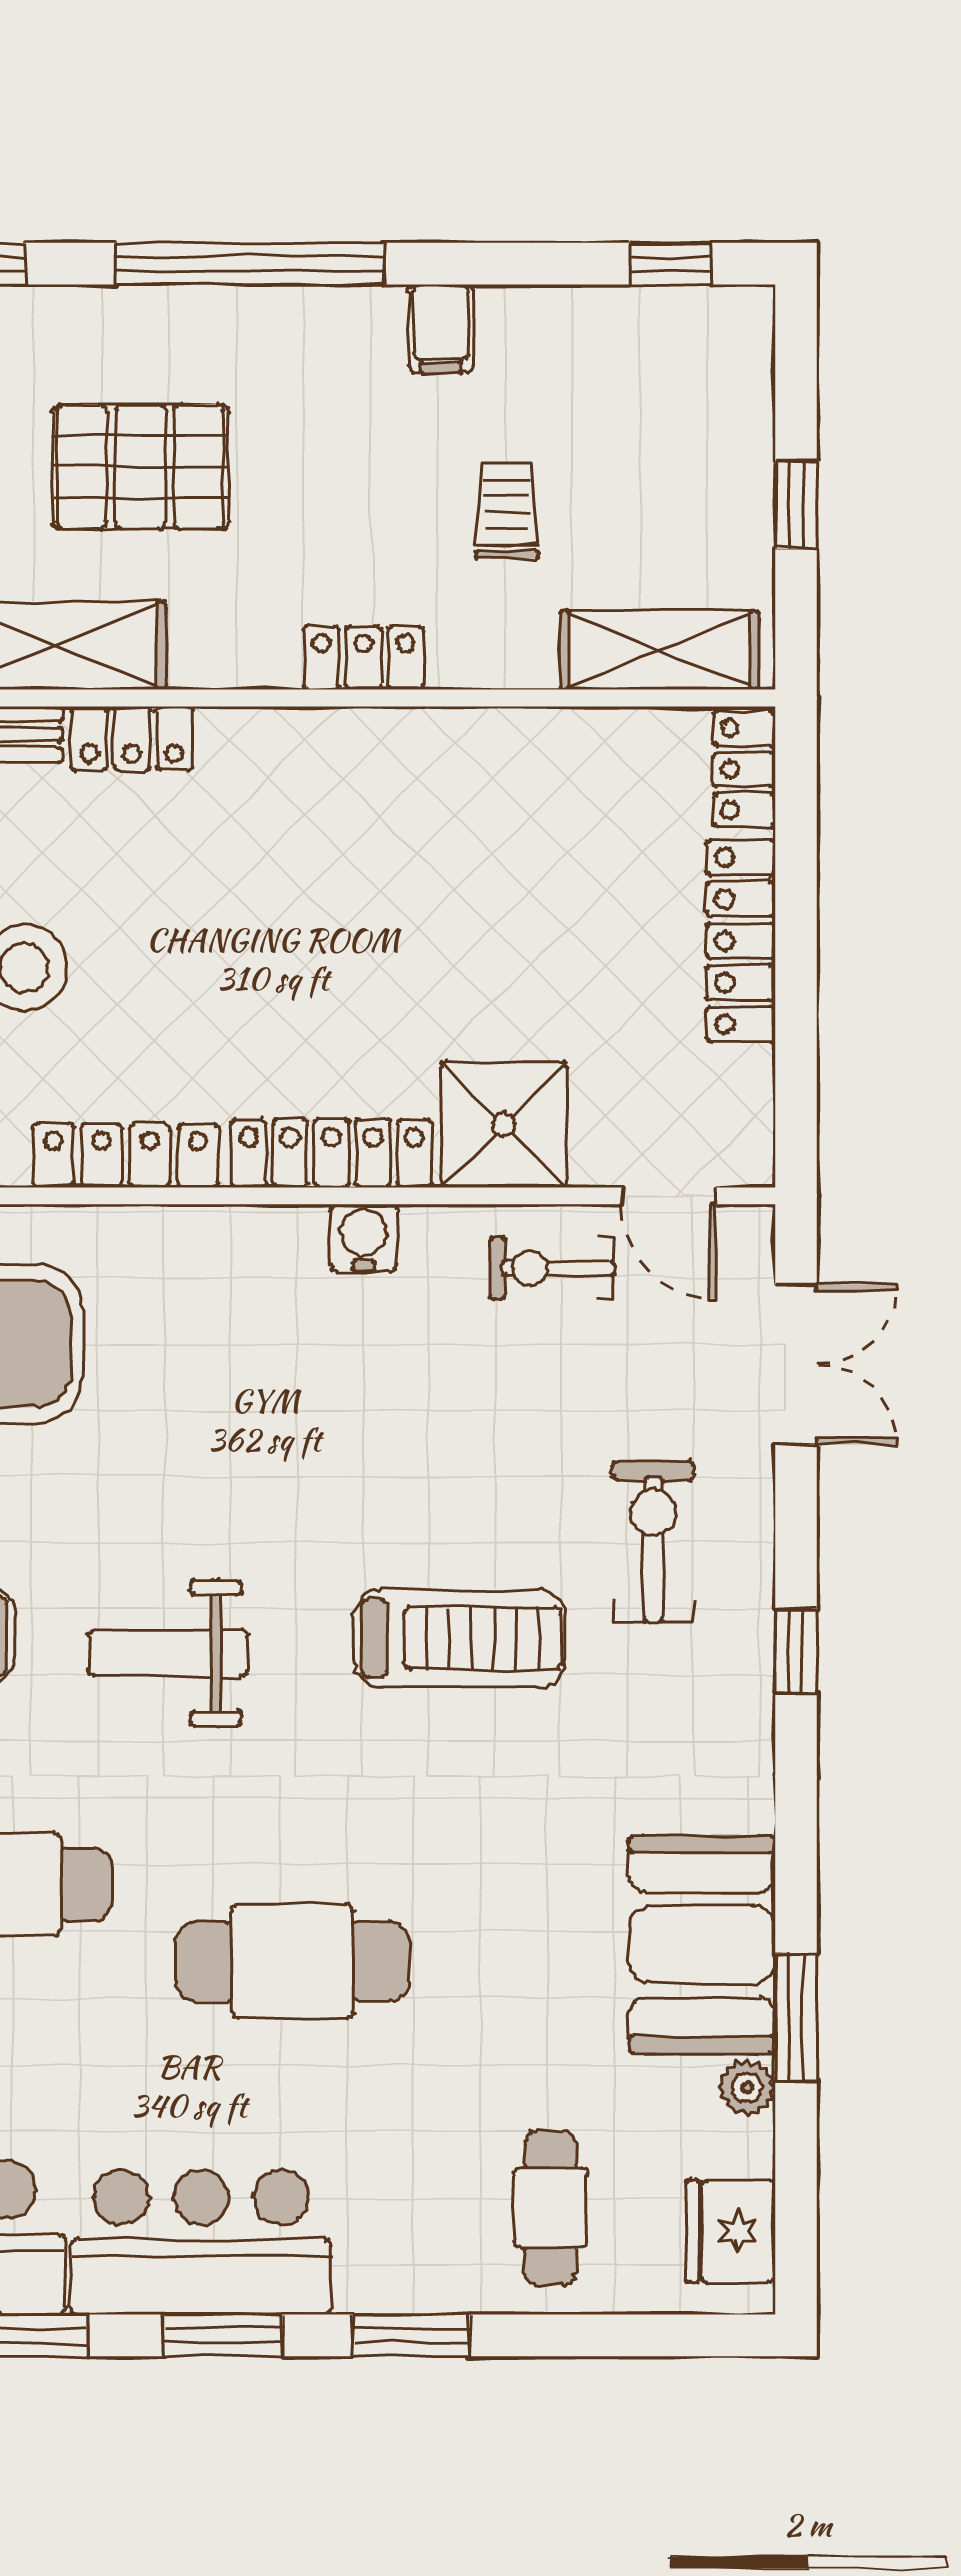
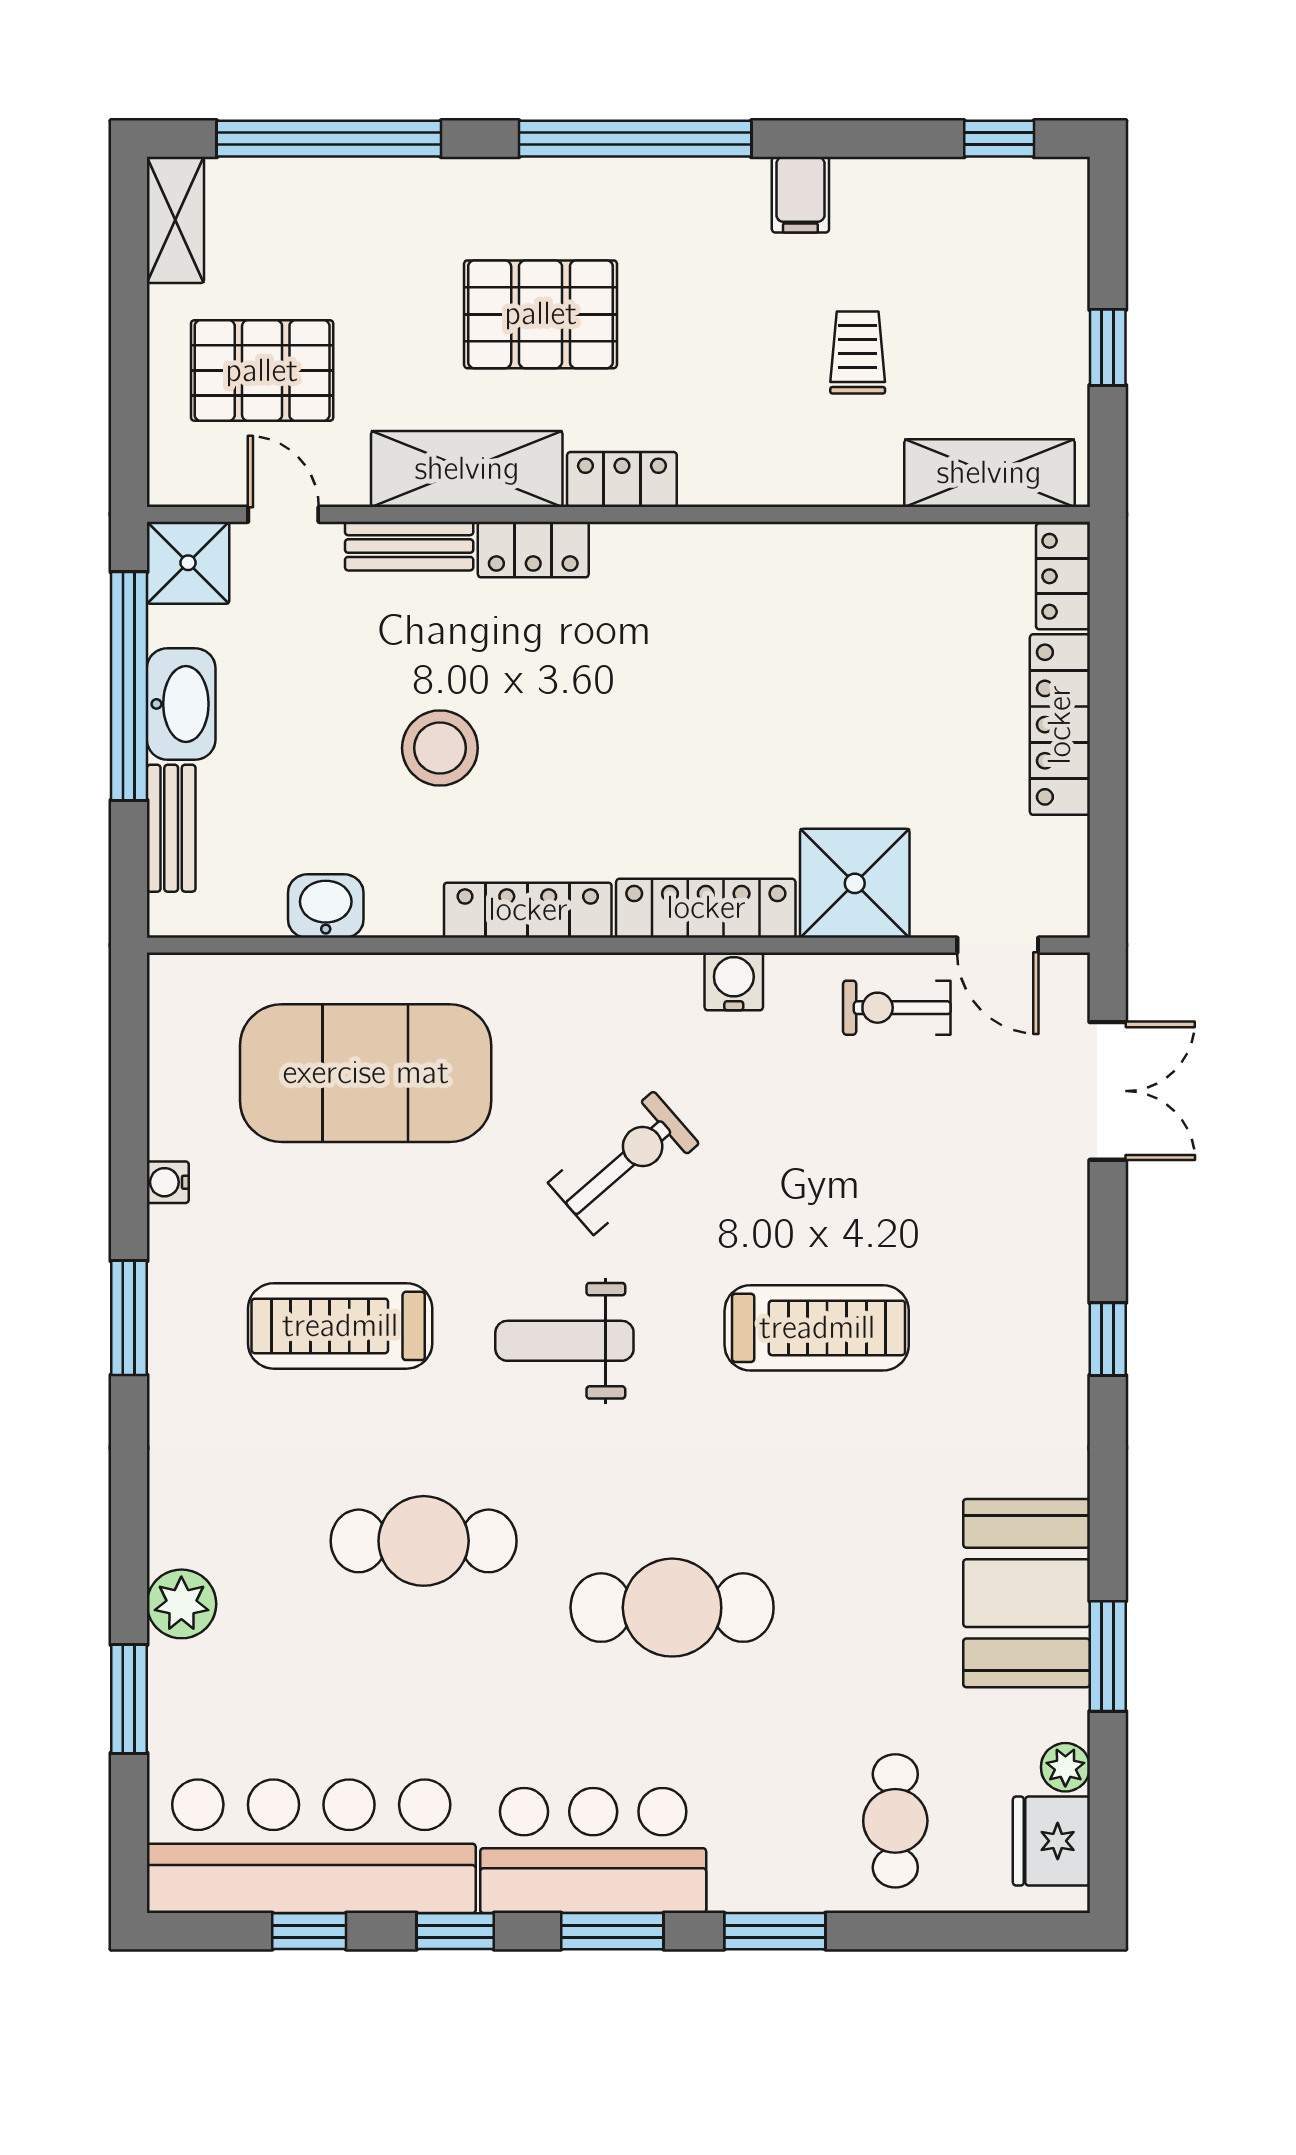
locker: (363, 658) -> (622, 480), moved
exercise bike: (653, 1542) -> (624, 1163), moved, turned 49
plant: (747, 2087) -> (1065, 1767), moved

